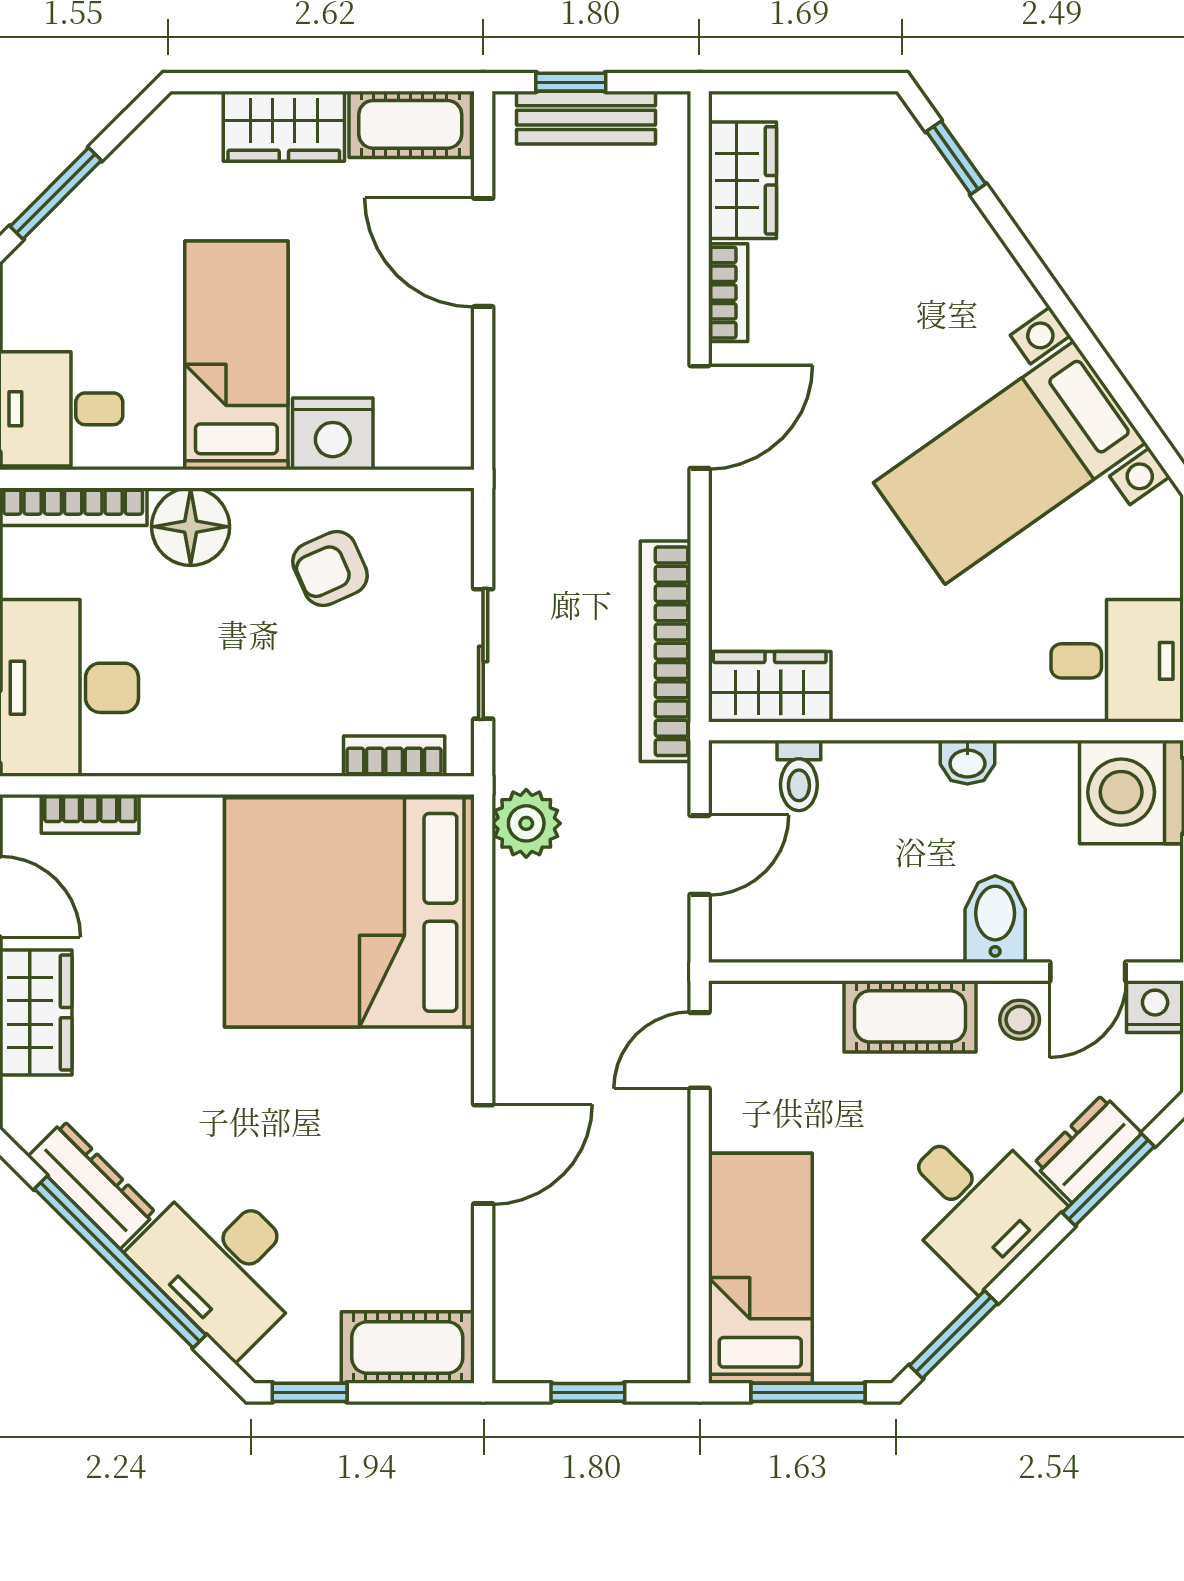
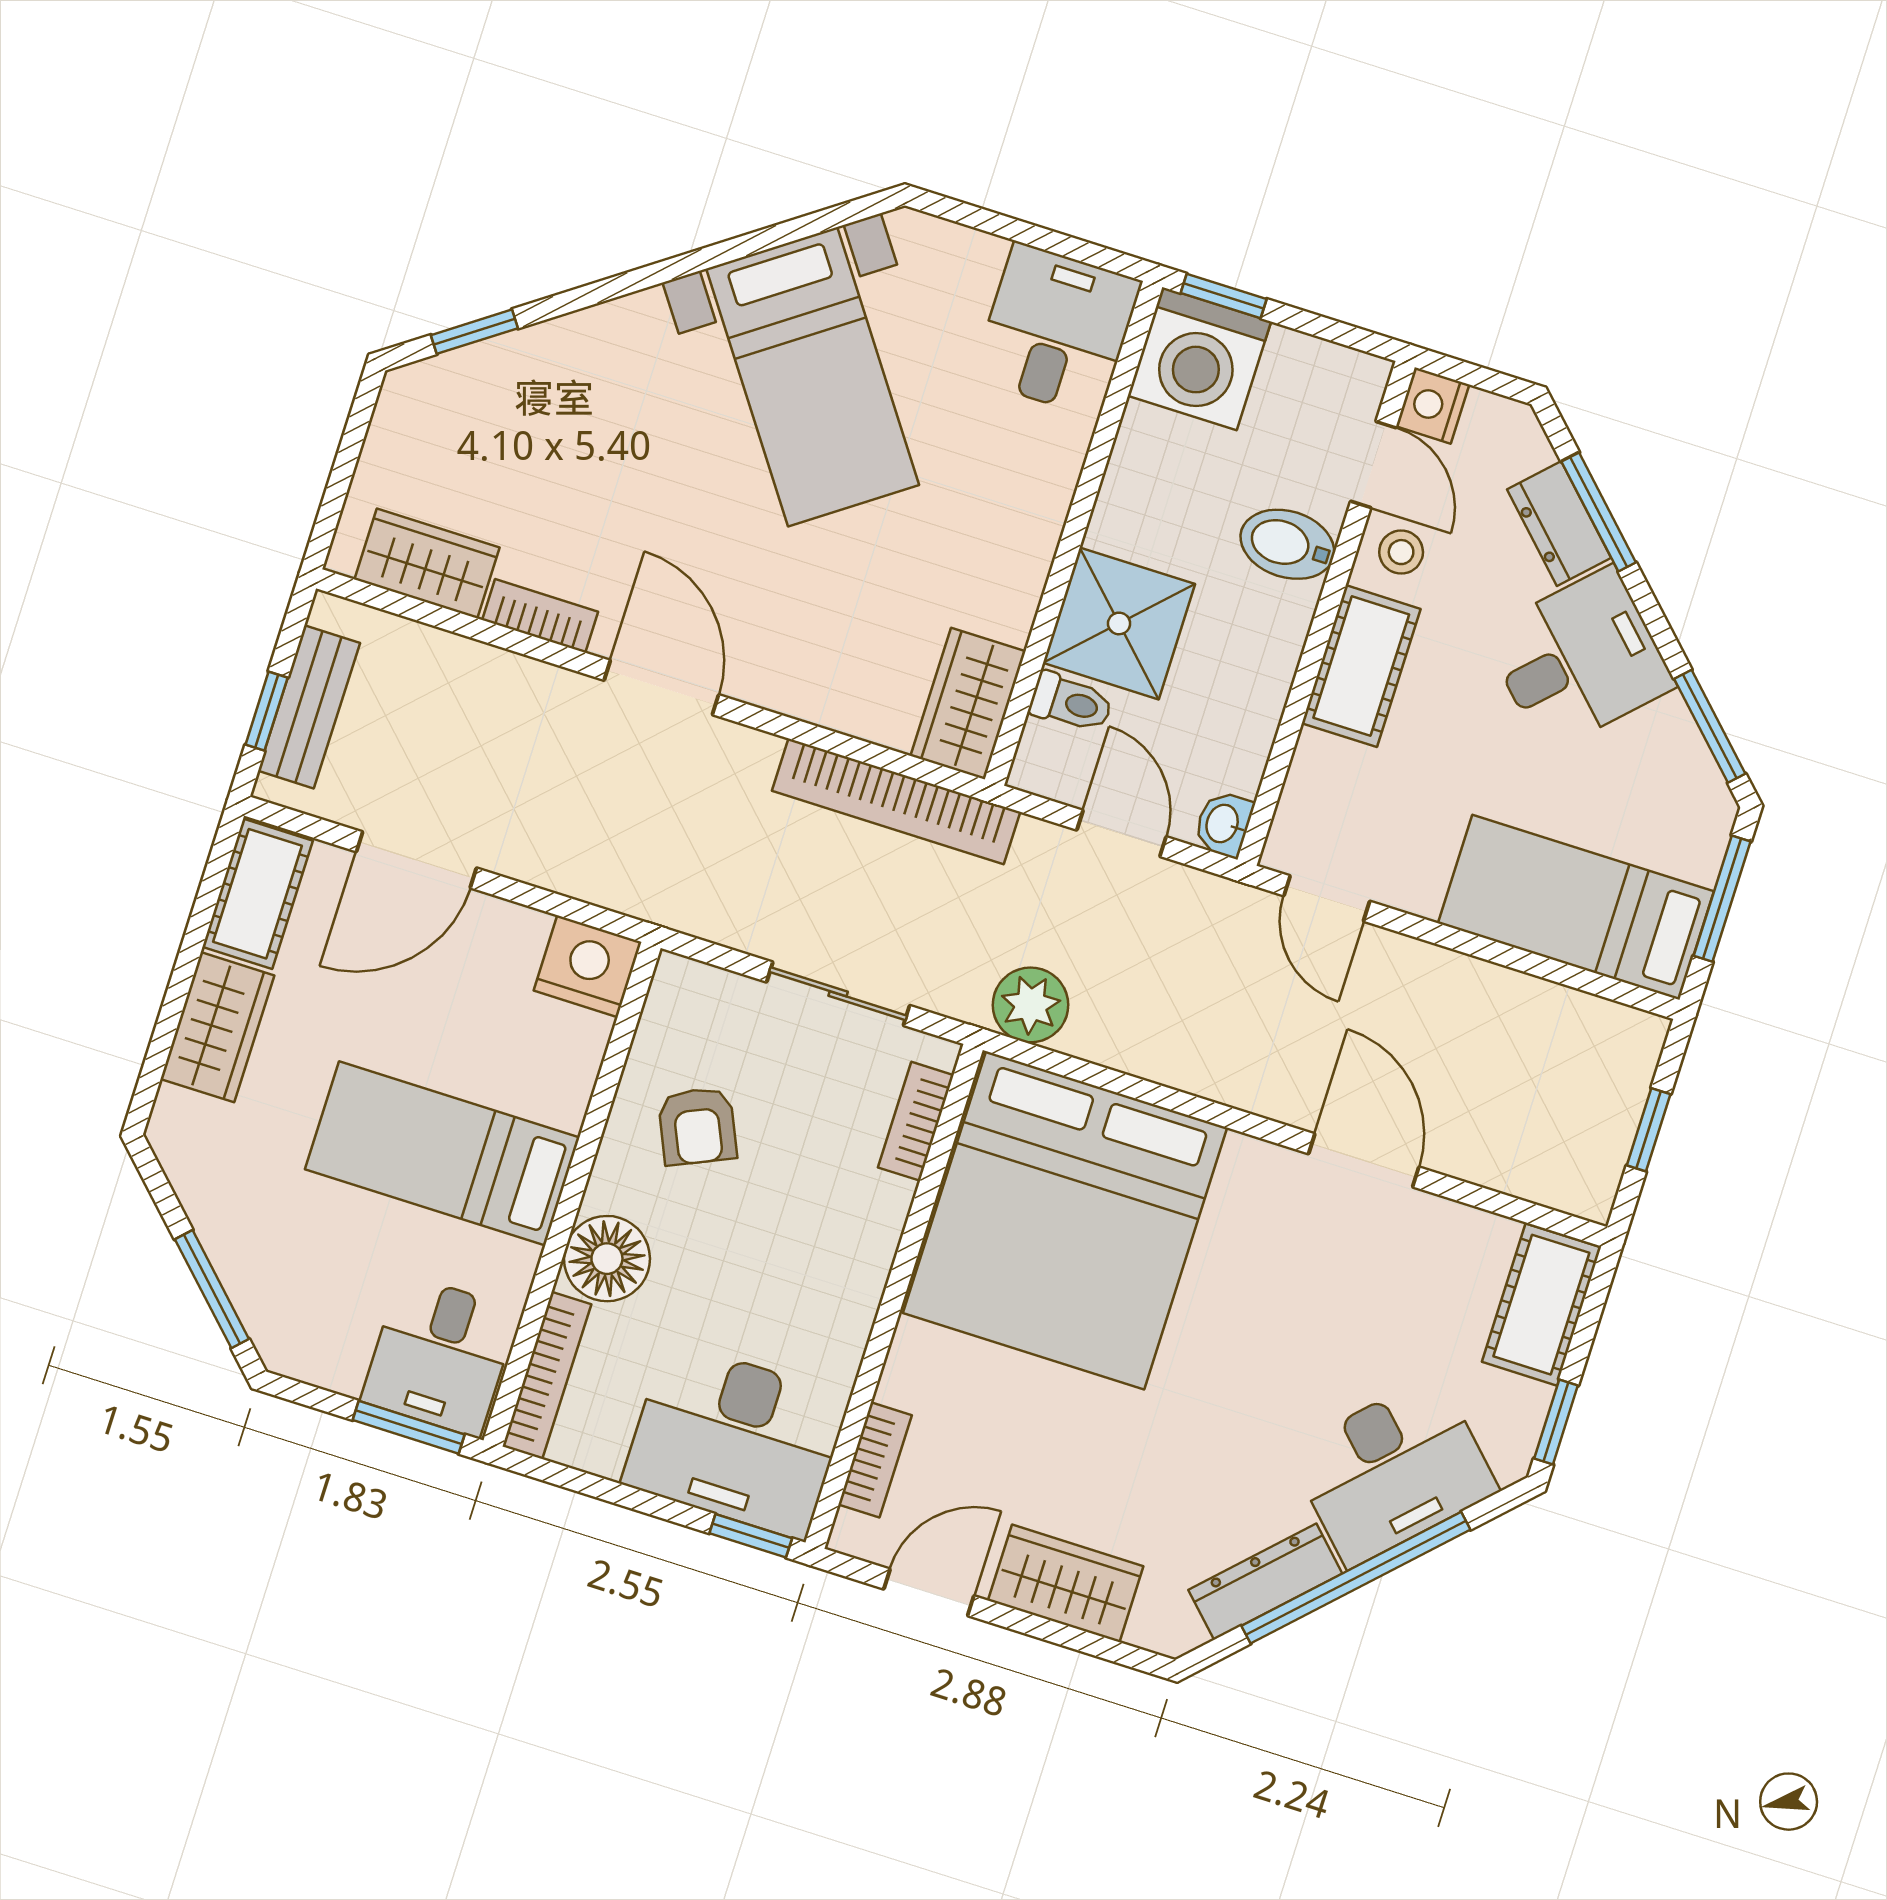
nightstand: (333, 434) -> (588, 966), moved, turned -90
washbasin: (967, 762) -> (1223, 824), moved, turned 180
shower: (880, 795) -> (1119, 623), added

